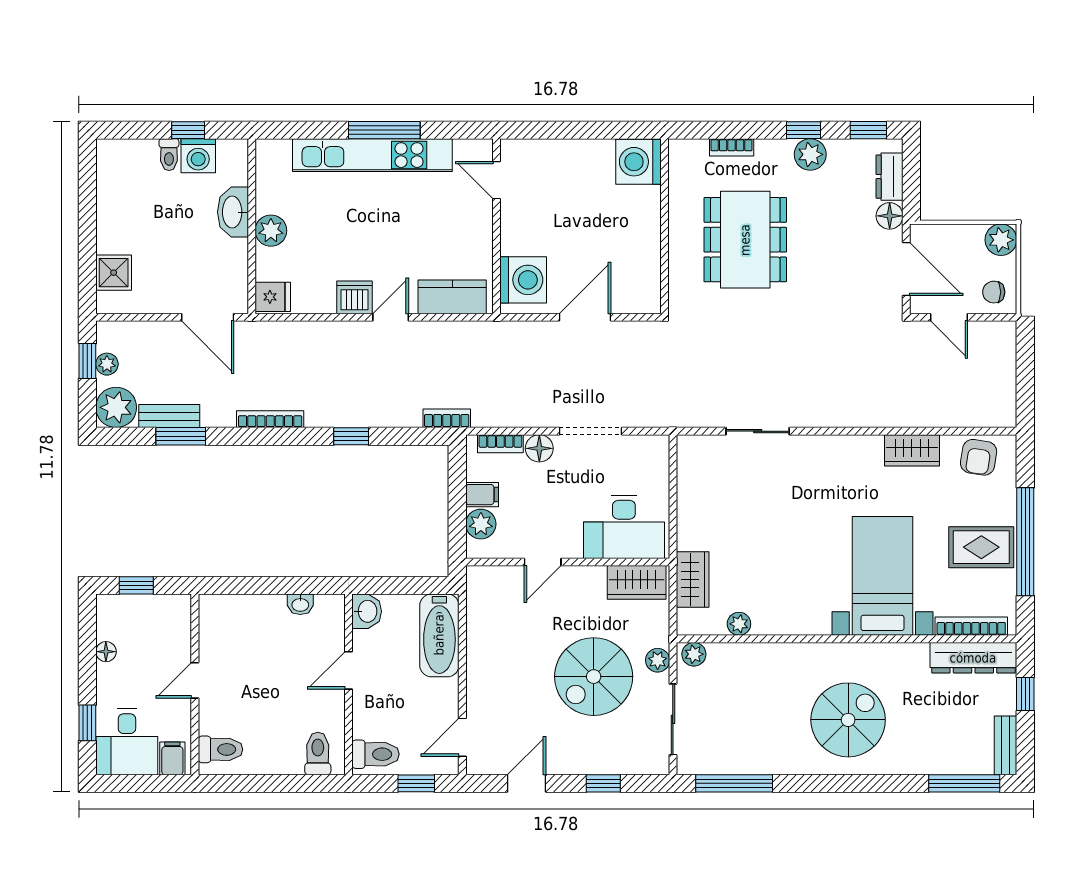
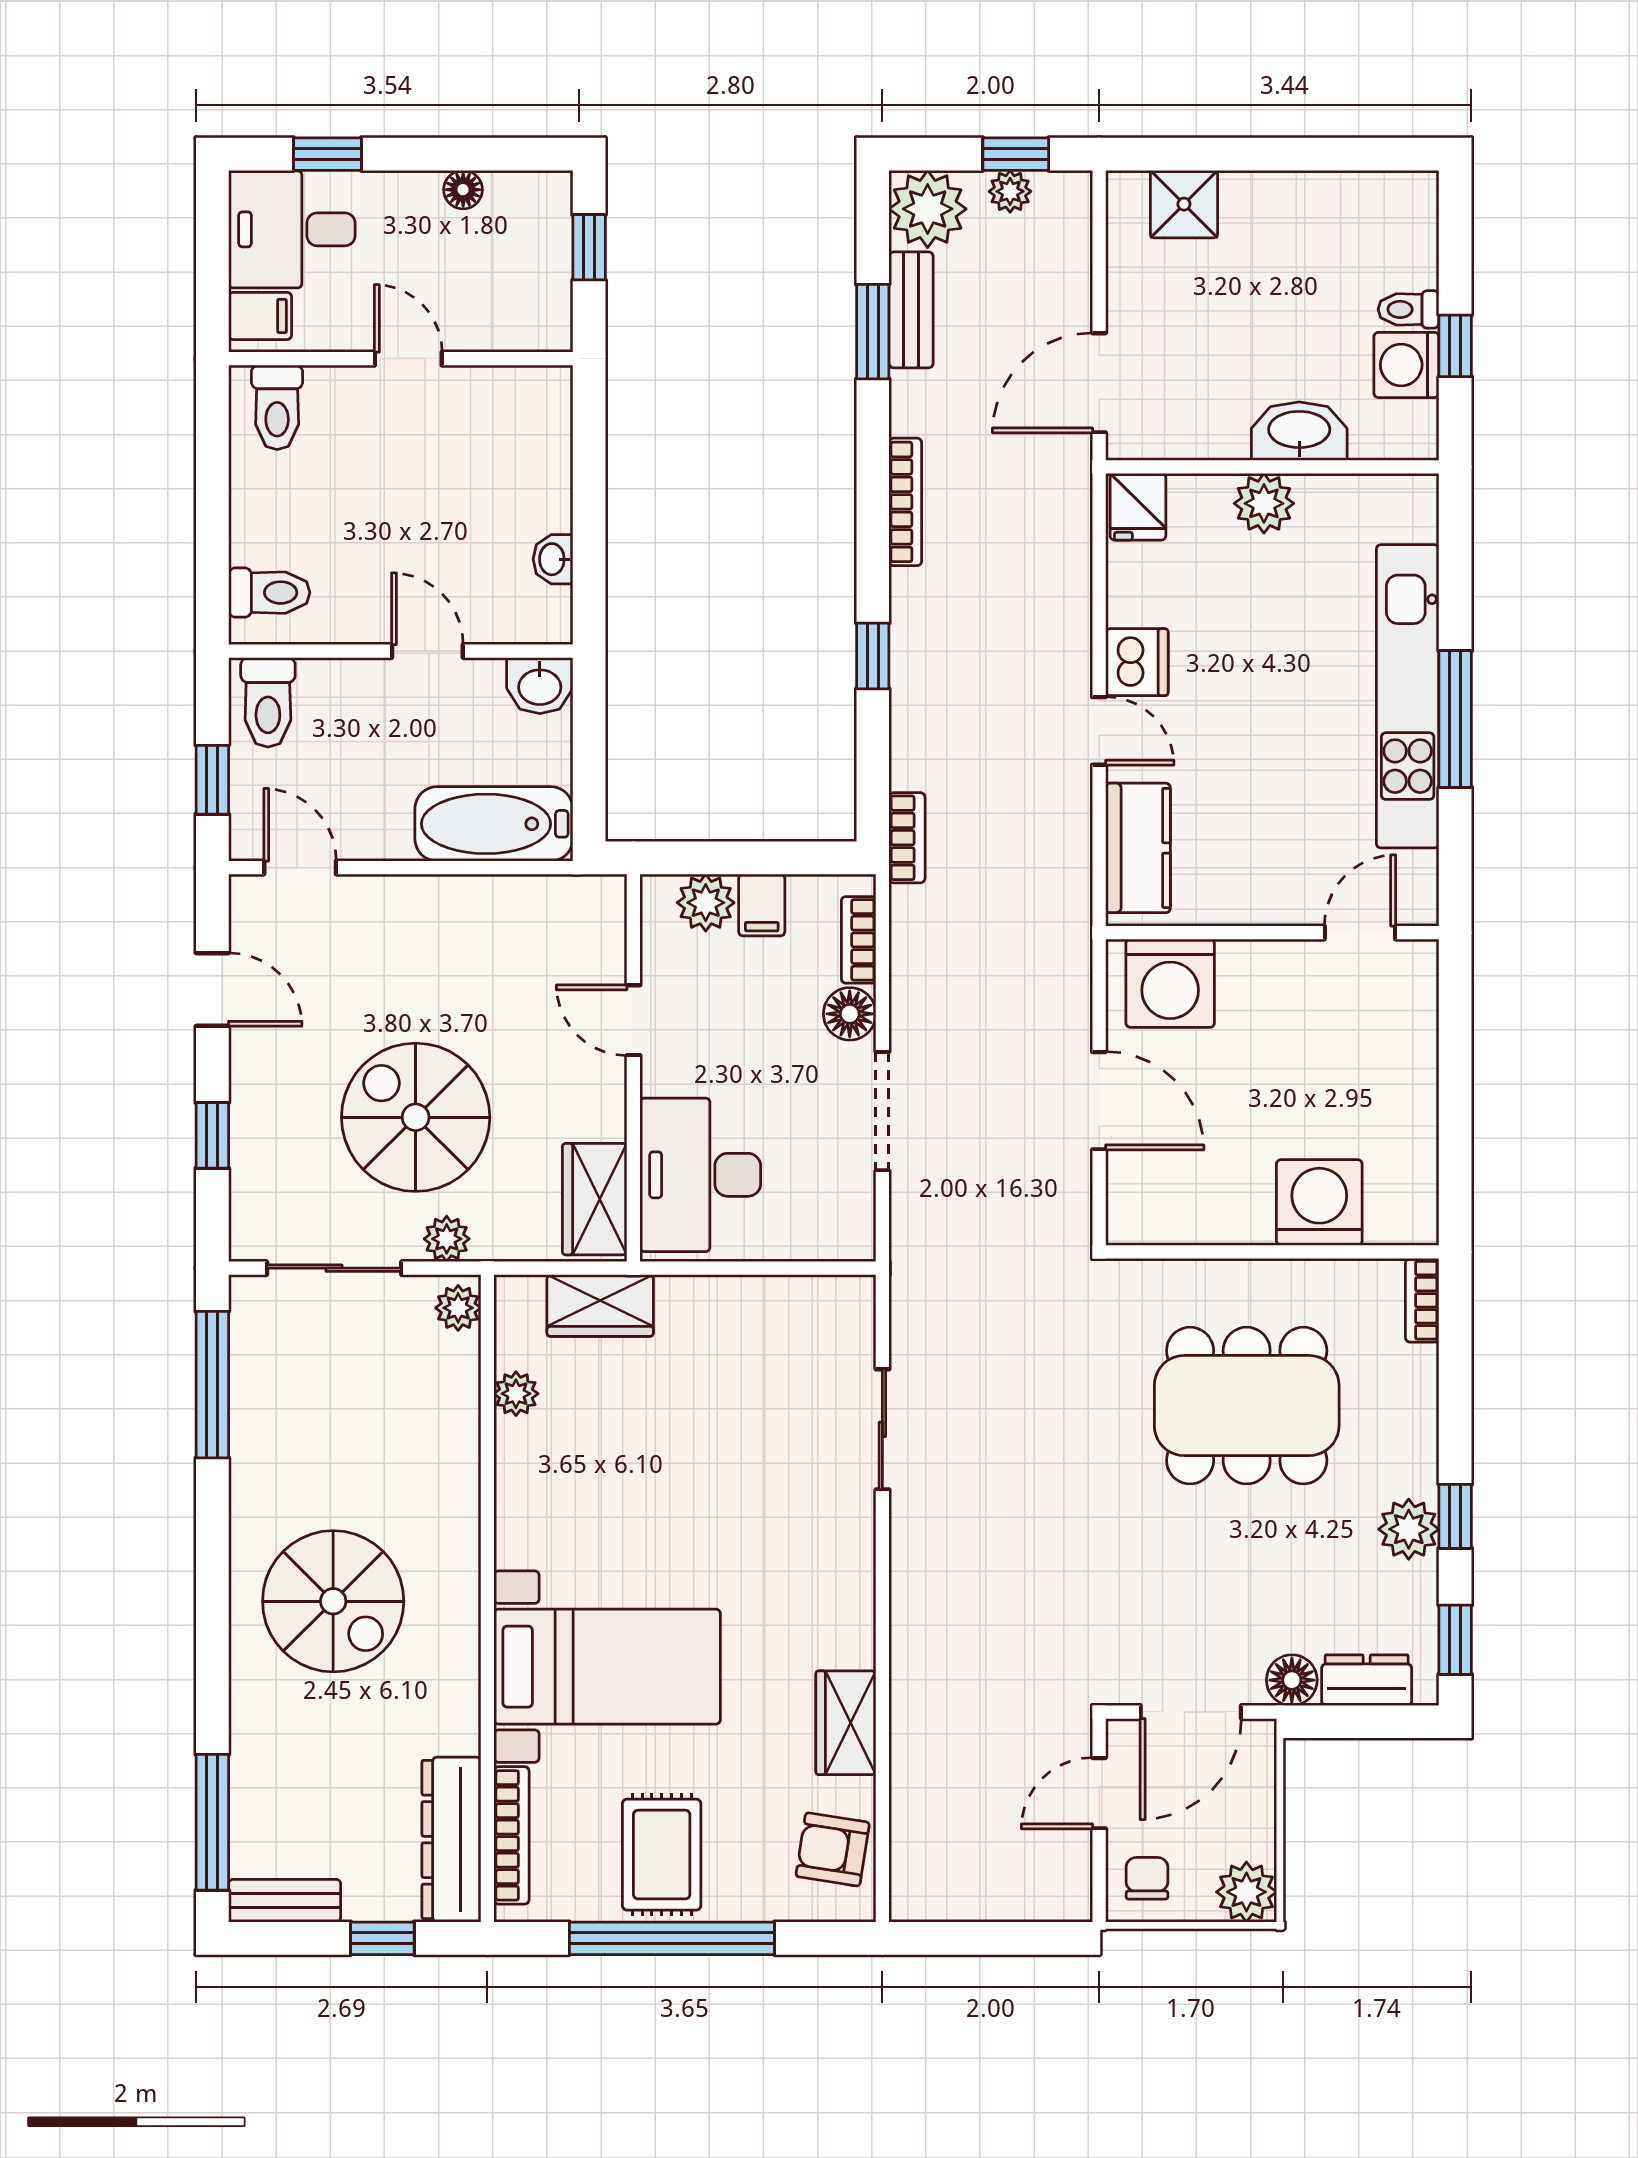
bookcase: (732, 147) -> (1422, 1300), moved
washing machine: (638, 162) -> (1319, 1203), moved

